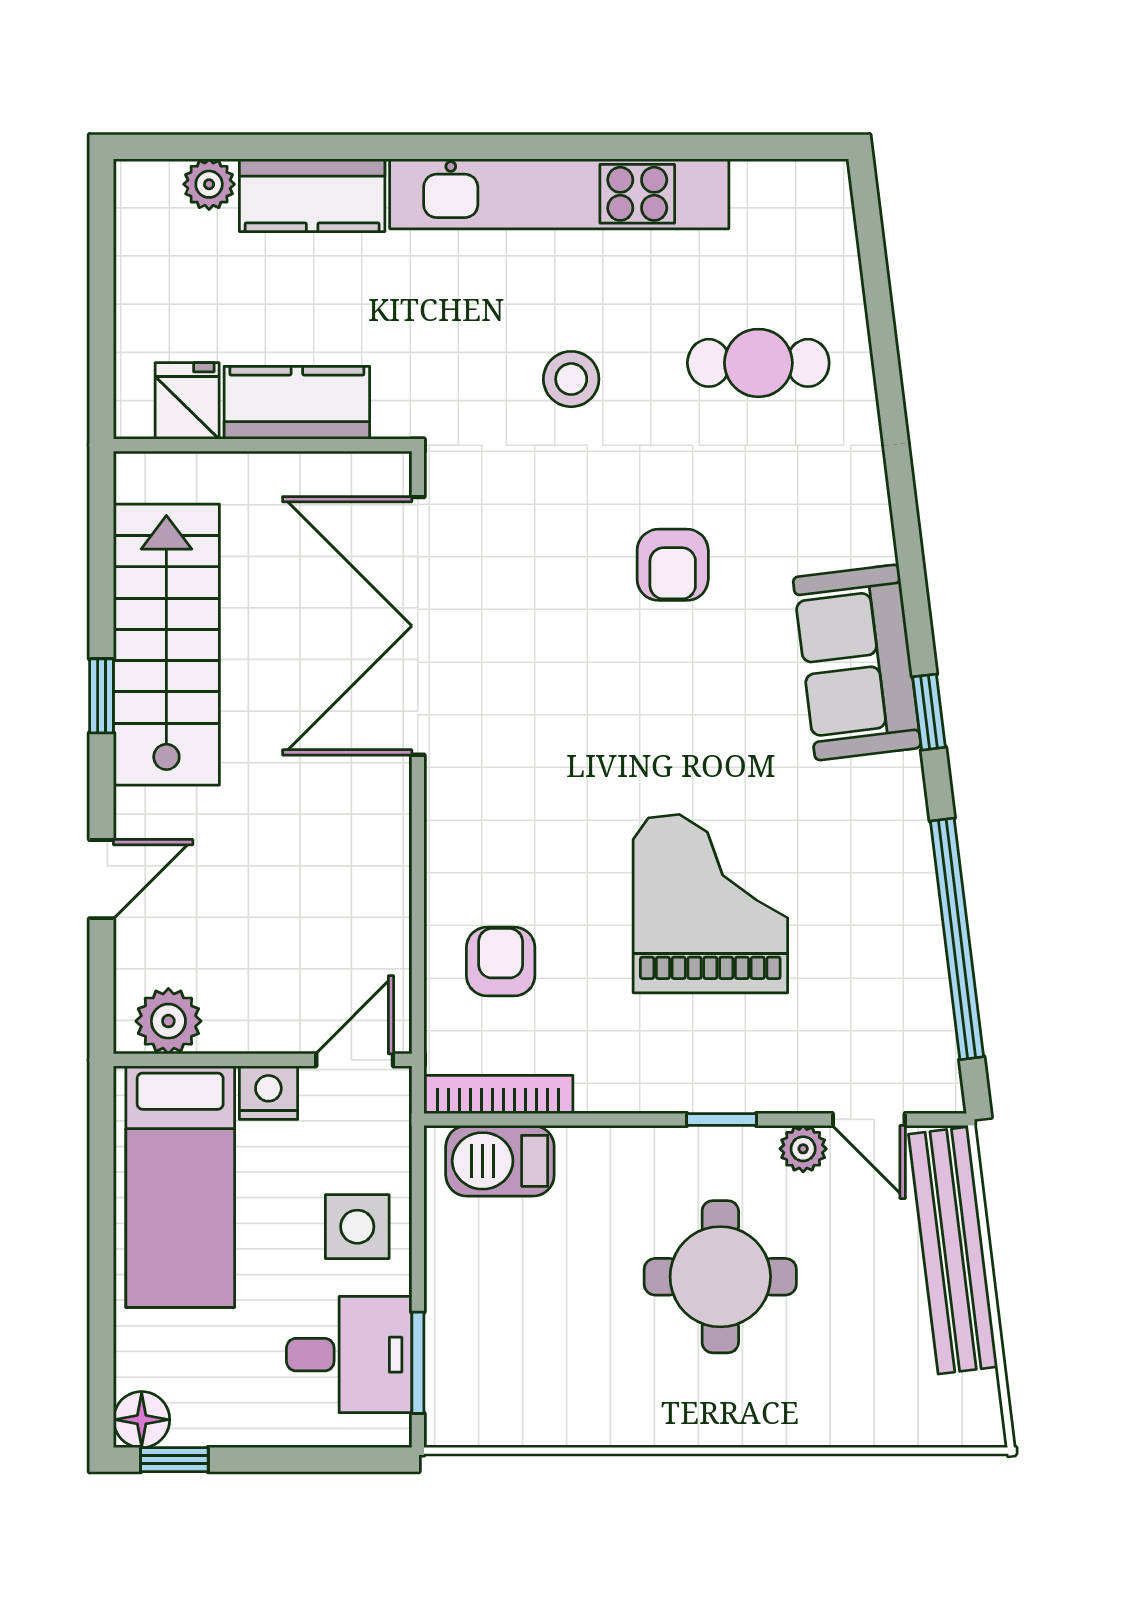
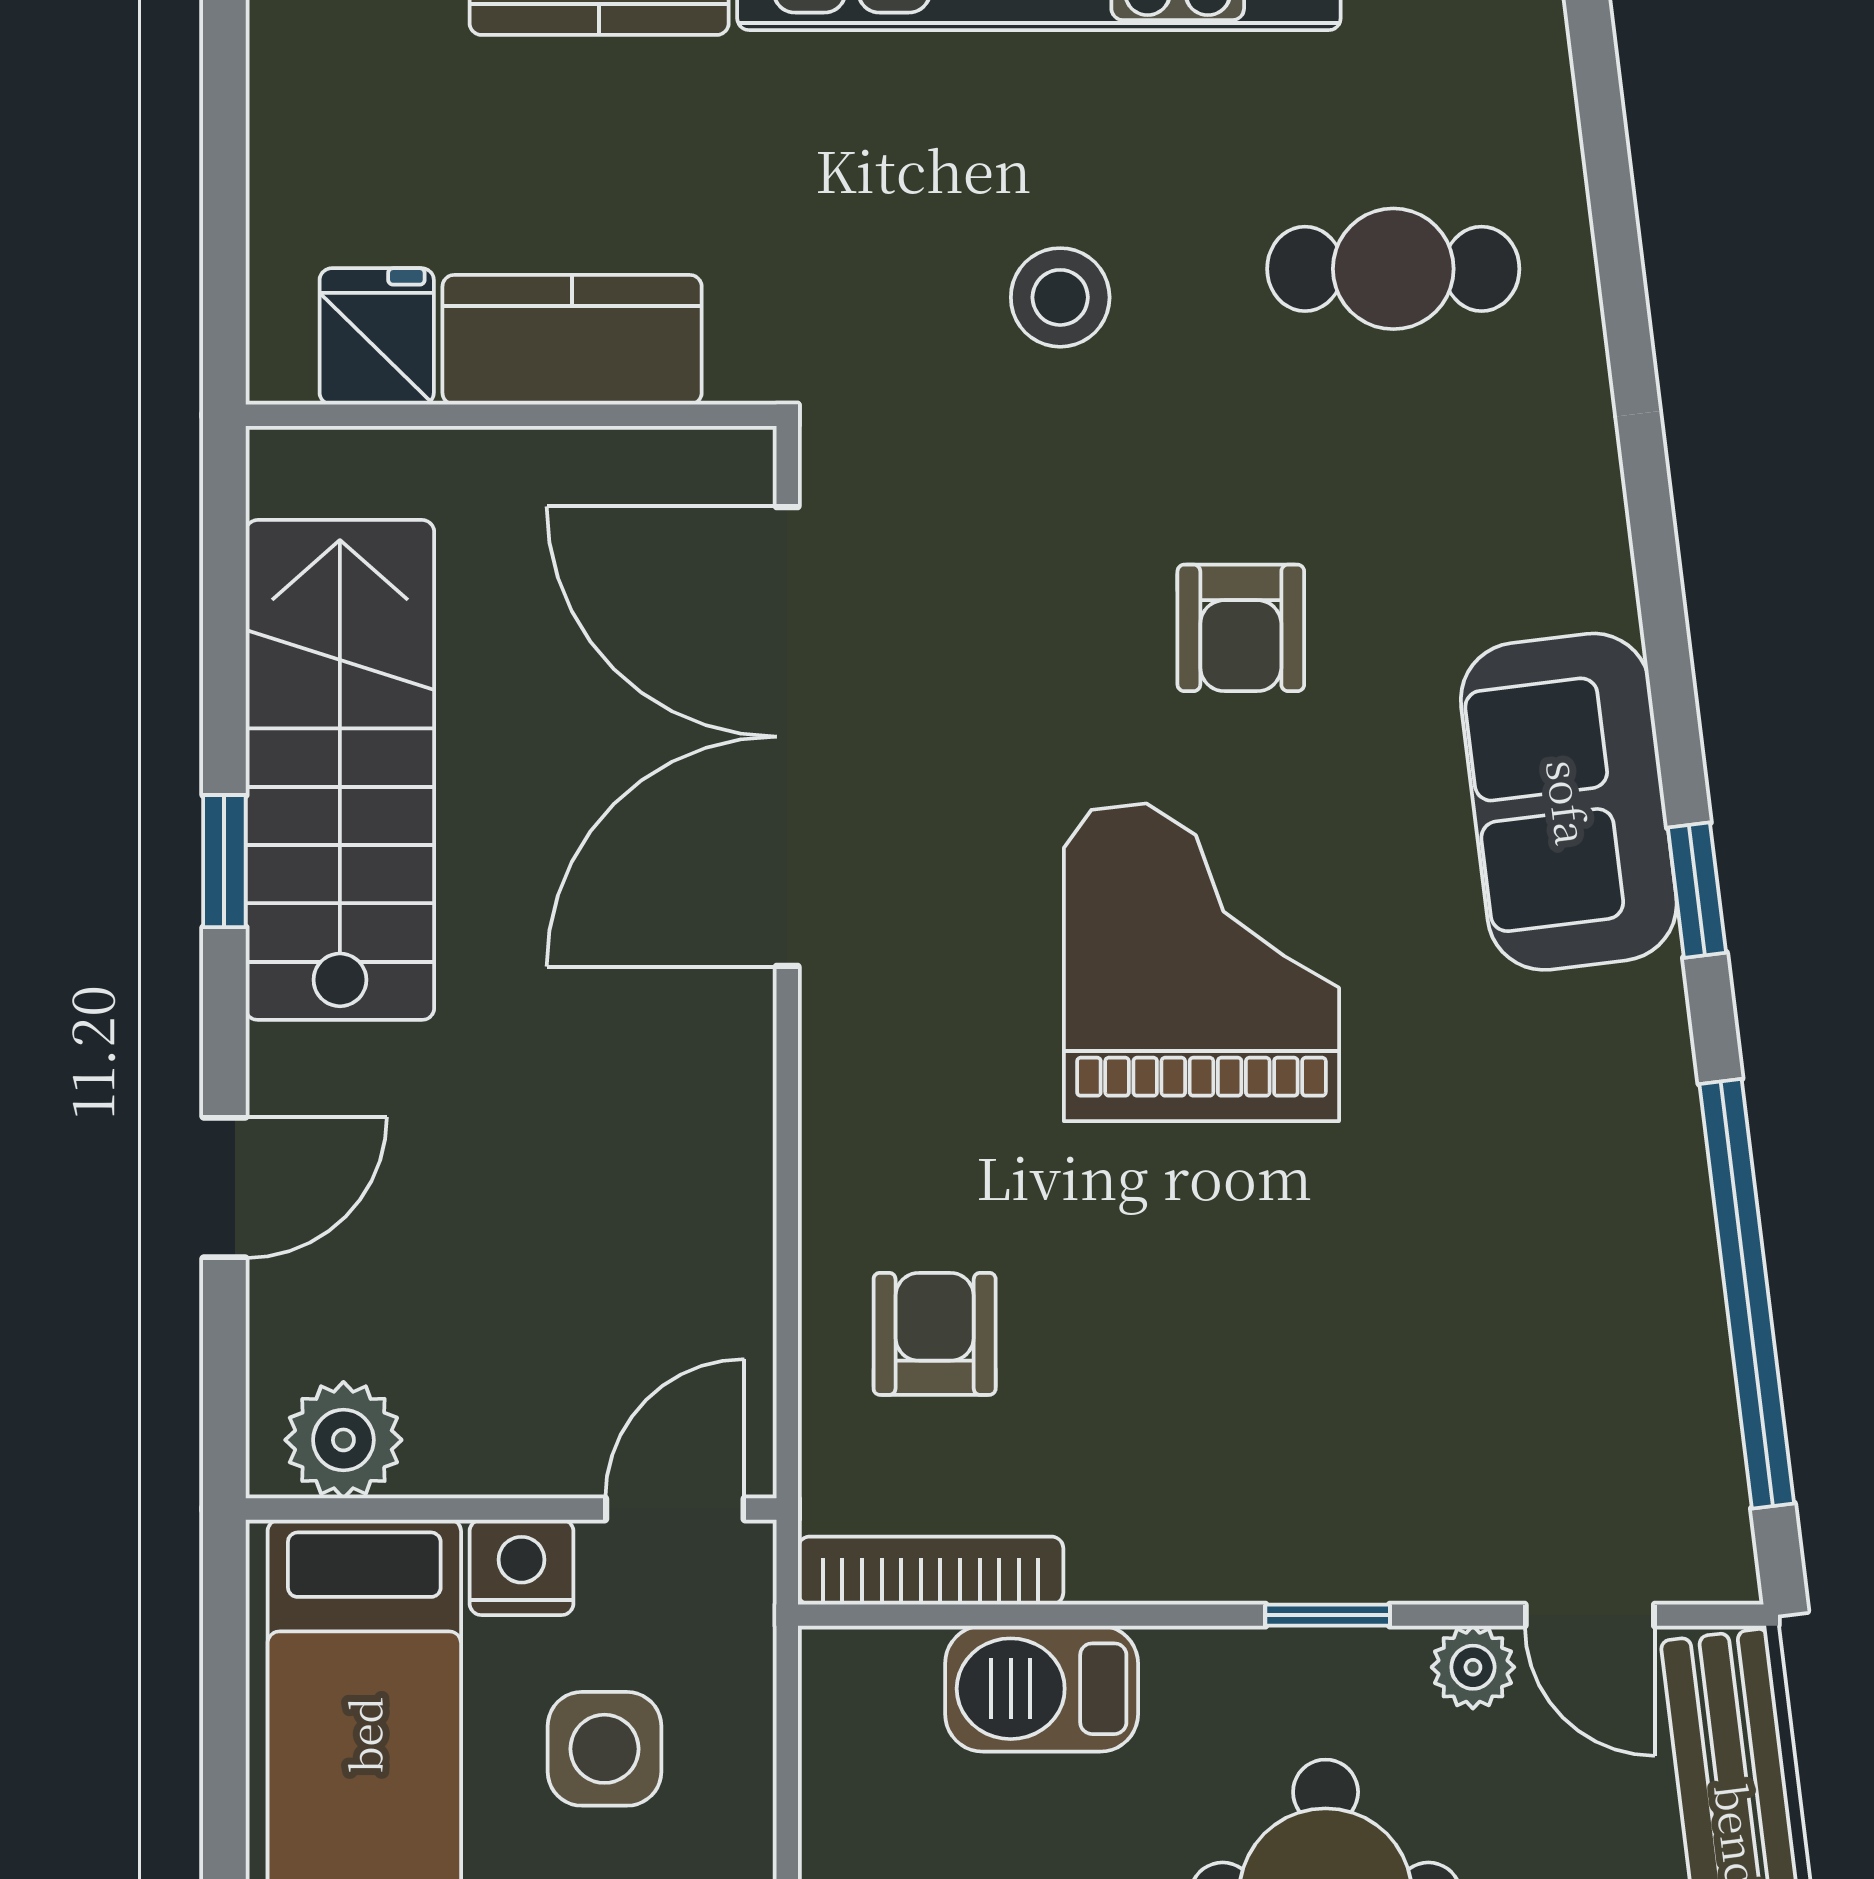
grand piano: (710, 904) -> (1201, 962), moved
barbecue: (500, 1161) -> (1042, 1689), moved
side table: (357, 1227) -> (604, 1749), moved

